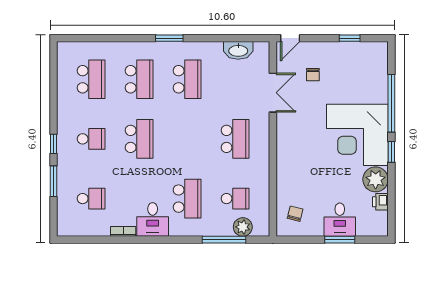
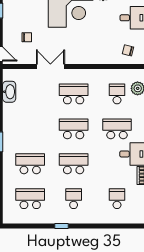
school desk: (187, 79) -> (74, 129), moved
double door: (273, 93) -> (50, 67), moved
window: (54, 144) -> (61, 226), moved
window: (54, 181) -> (104, 226), removed

